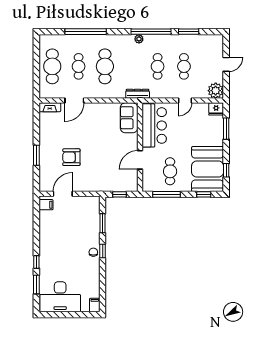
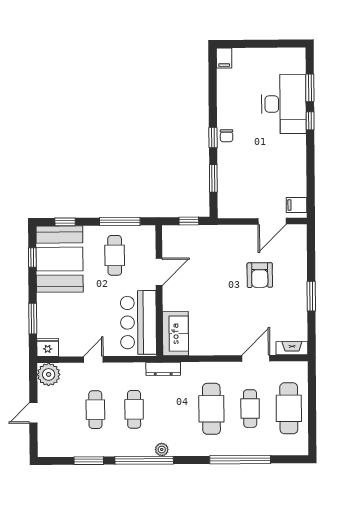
window: (36, 155) -> (311, 296), moved
armchair: (71, 157) -> (260, 275), turned 90
desk: (60, 297) -> (284, 104), moved, turned 90

